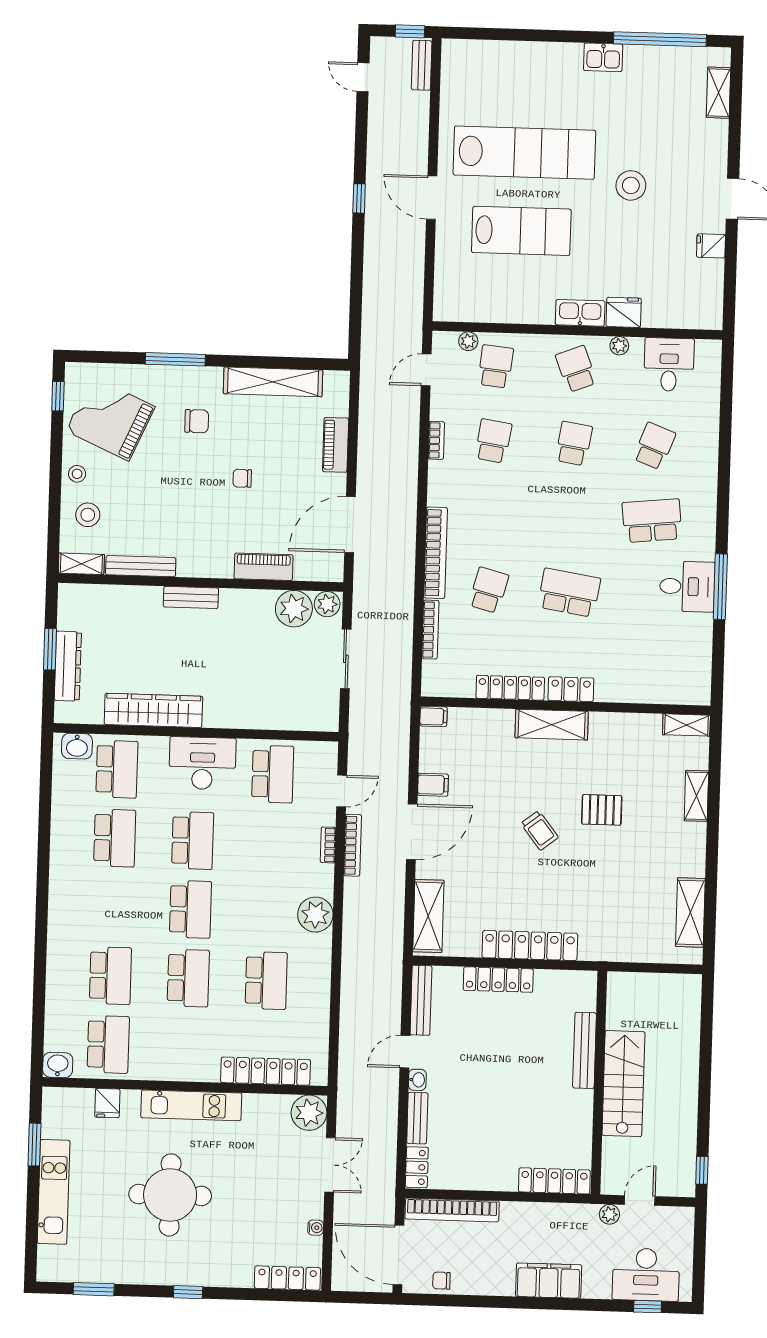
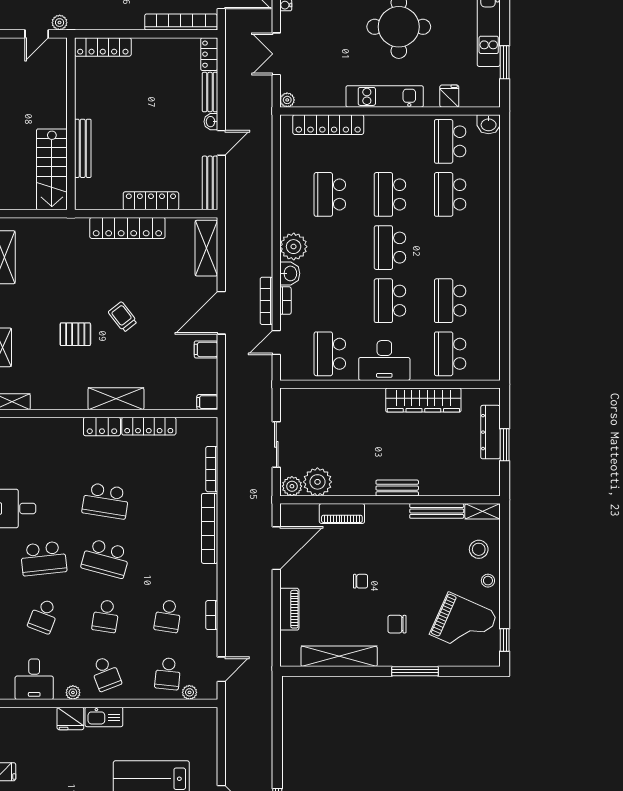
school desk: (489, 590) -> (106, 558), moved, width x1.85
washbasin: (77, 746) -> (290, 273), moved, turned 90
stairs: (623, 1084) -> (52, 169), moved
plant: (309, 1113) -> (287, 100), width x0.53, depth x0.53

